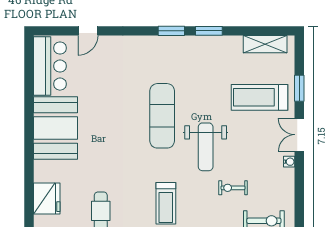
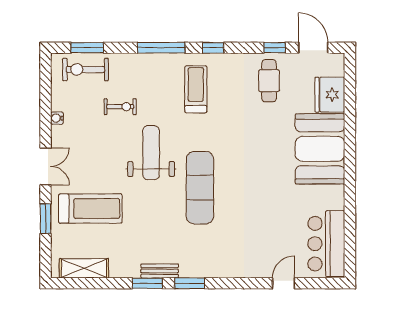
bench: (198, 42) -> (160, 271), added
booth: (56, 128) -> (320, 149), moved
water cooler: (289, 162) -> (57, 118), moved

